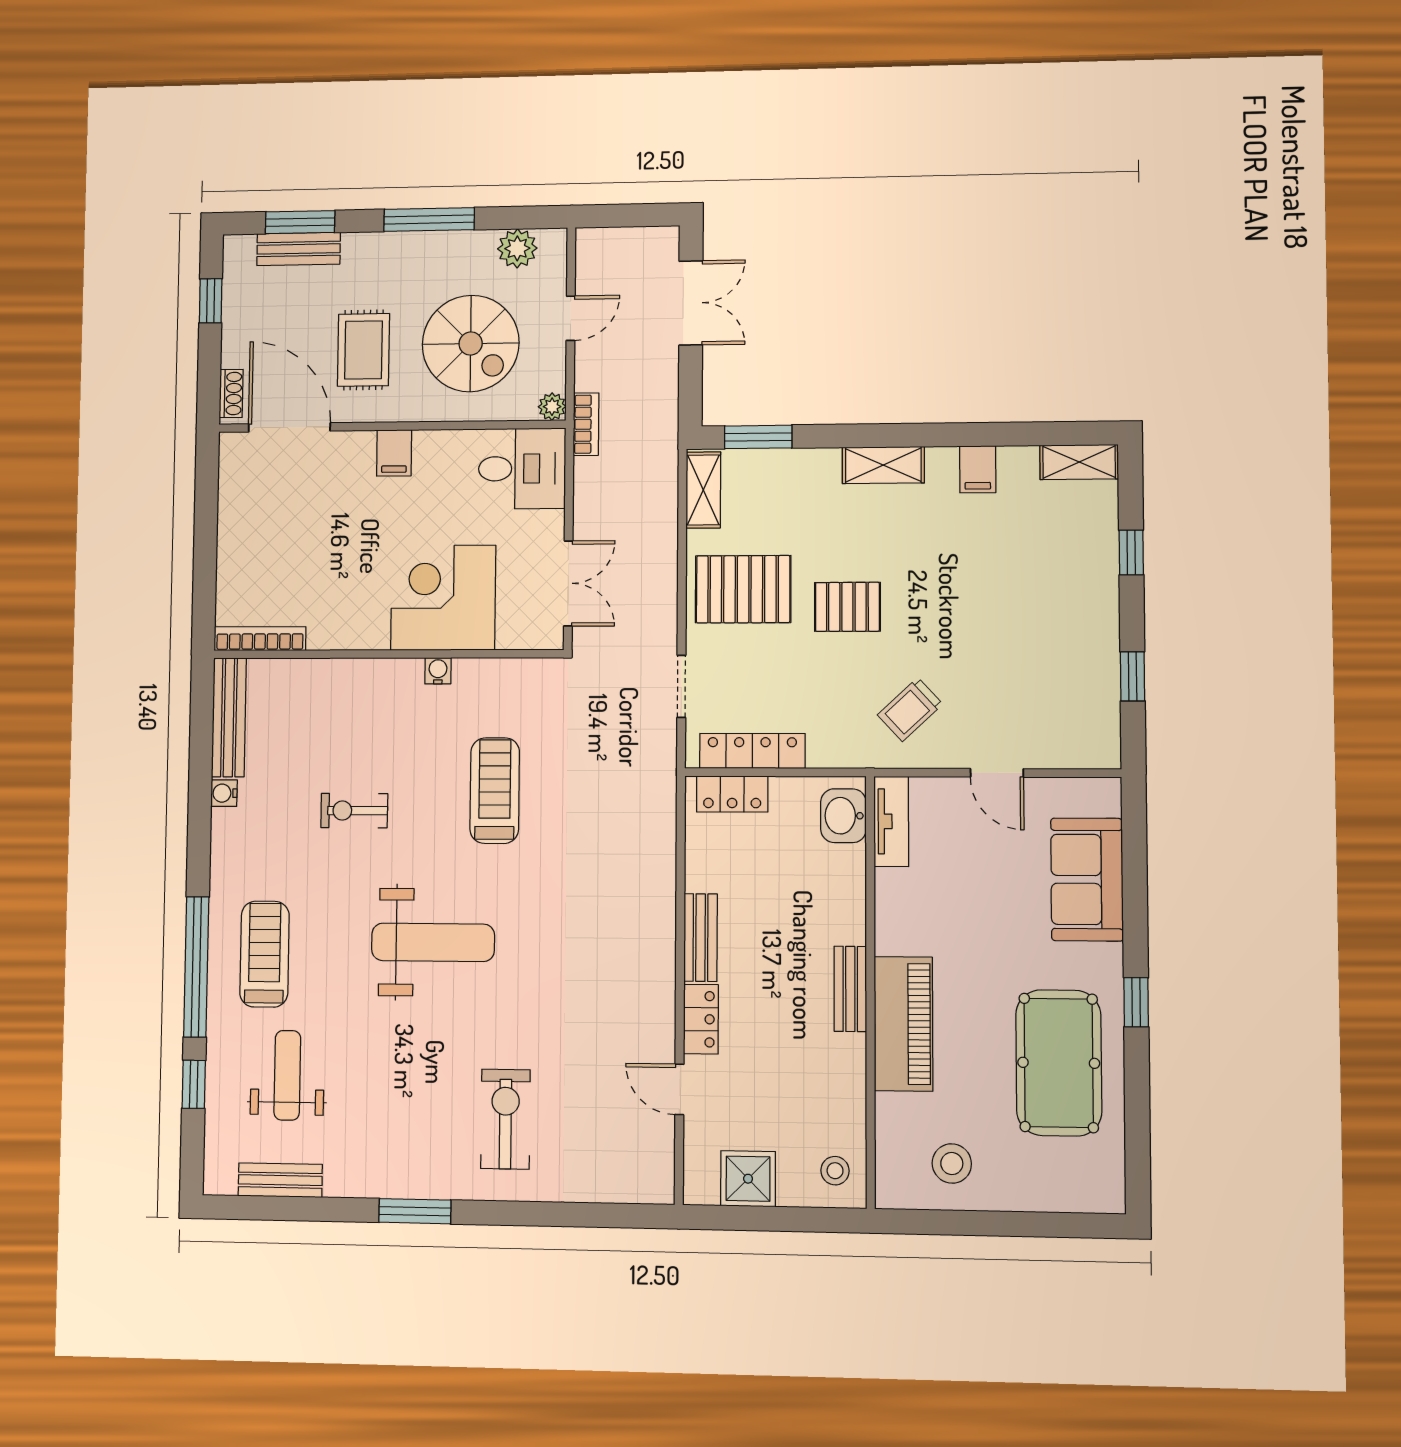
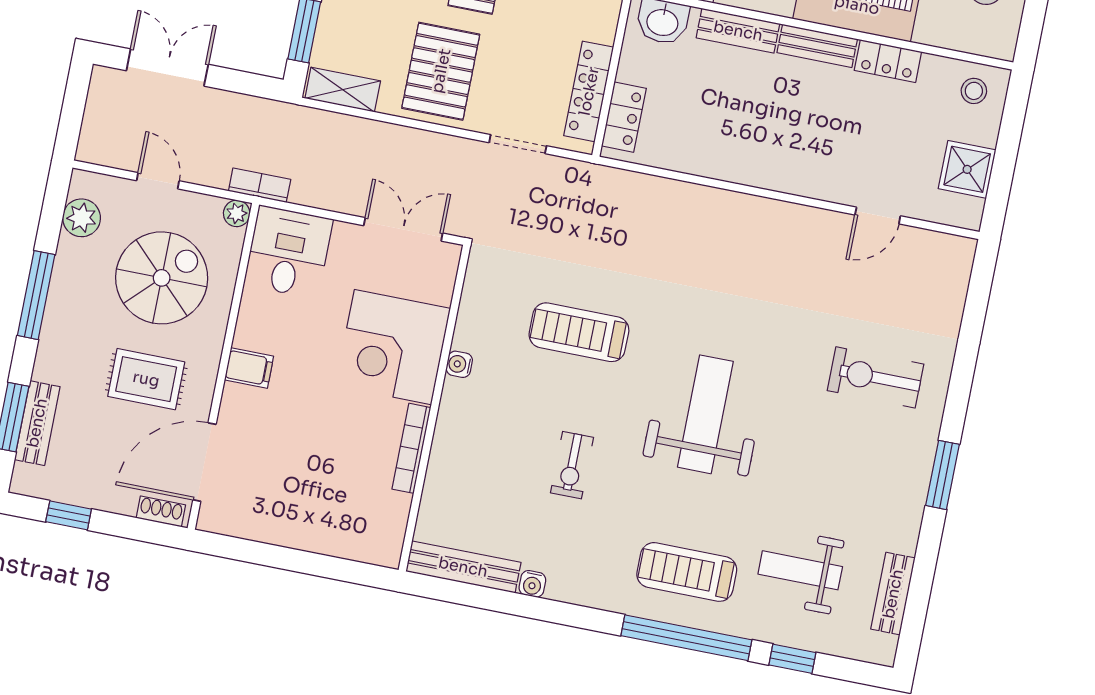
bookcase: (260, 639) -> (411, 448), moved
bench: (701, 938) -> (738, 31), moved
locker: (701, 1019) -> (888, 61), moved, turned 180

